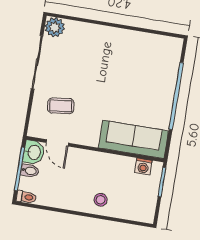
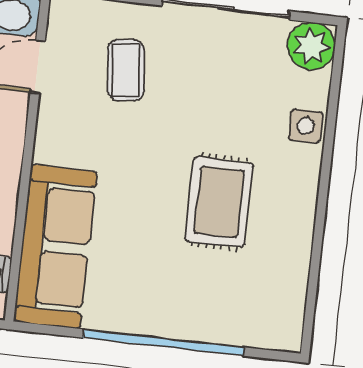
side table: (88, 31) -> (306, 126), added
rug: (118, 70) -> (219, 202), added

